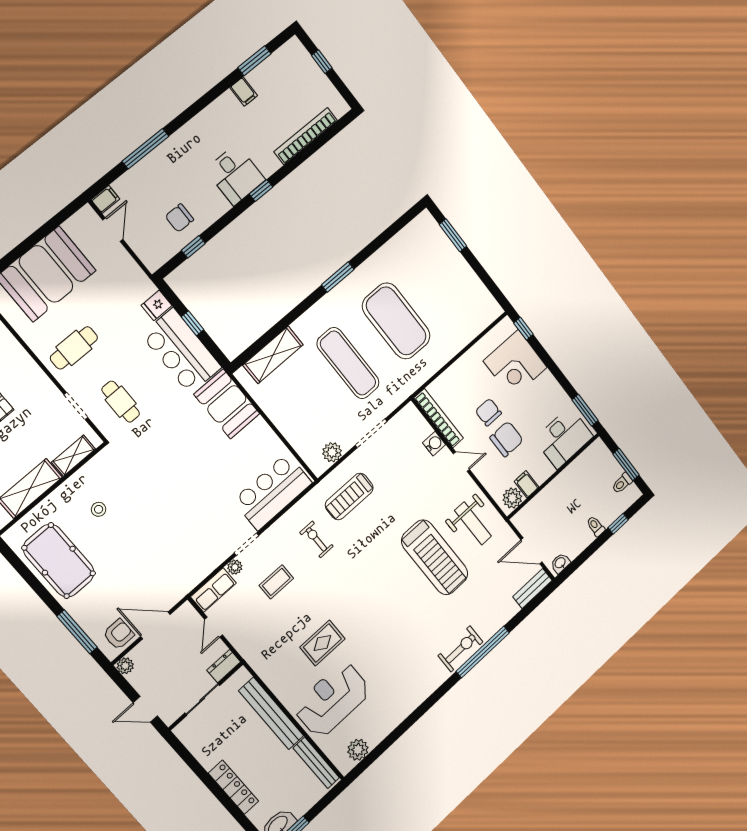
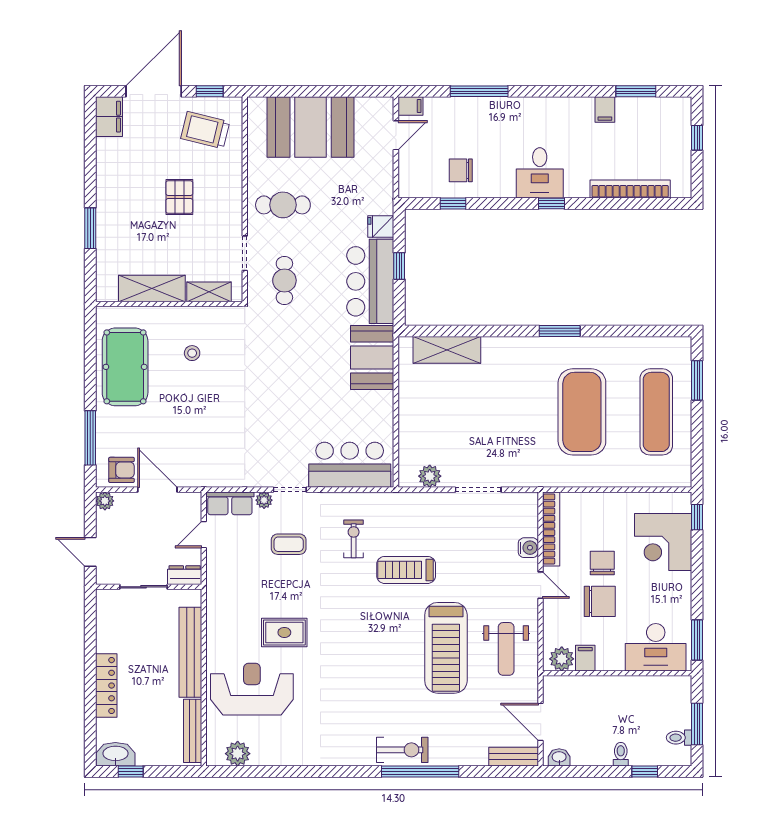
exercise mat: (348, 363) -> (656, 412), moved
treadmill: (349, 496) -> (406, 570), moved

